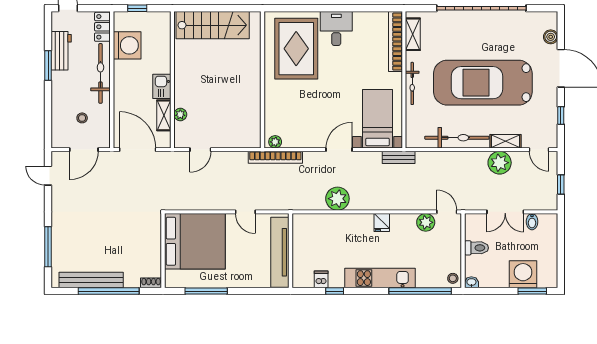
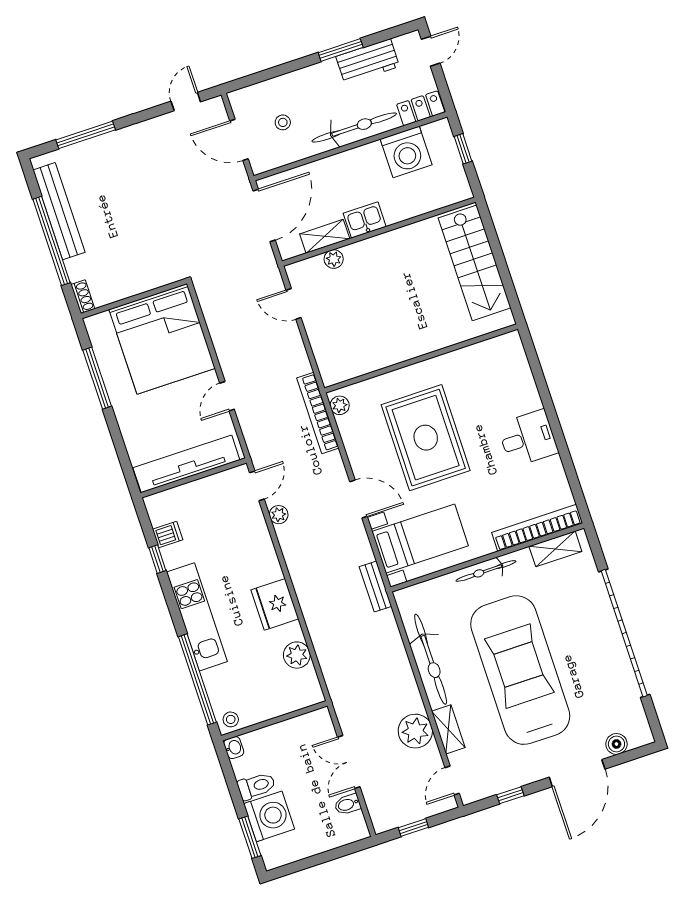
rug: (296, 49) -> (426, 438), moved, turned 90
plant: (337, 199) -> (279, 515), width x0.53, depth x0.53
door: (447, 212) -> (257, 486), moved
fridge: (382, 223) -> (275, 604), width x1.88, depth x1.34
toilet: (476, 248) -> (256, 786), moved, turned -90

